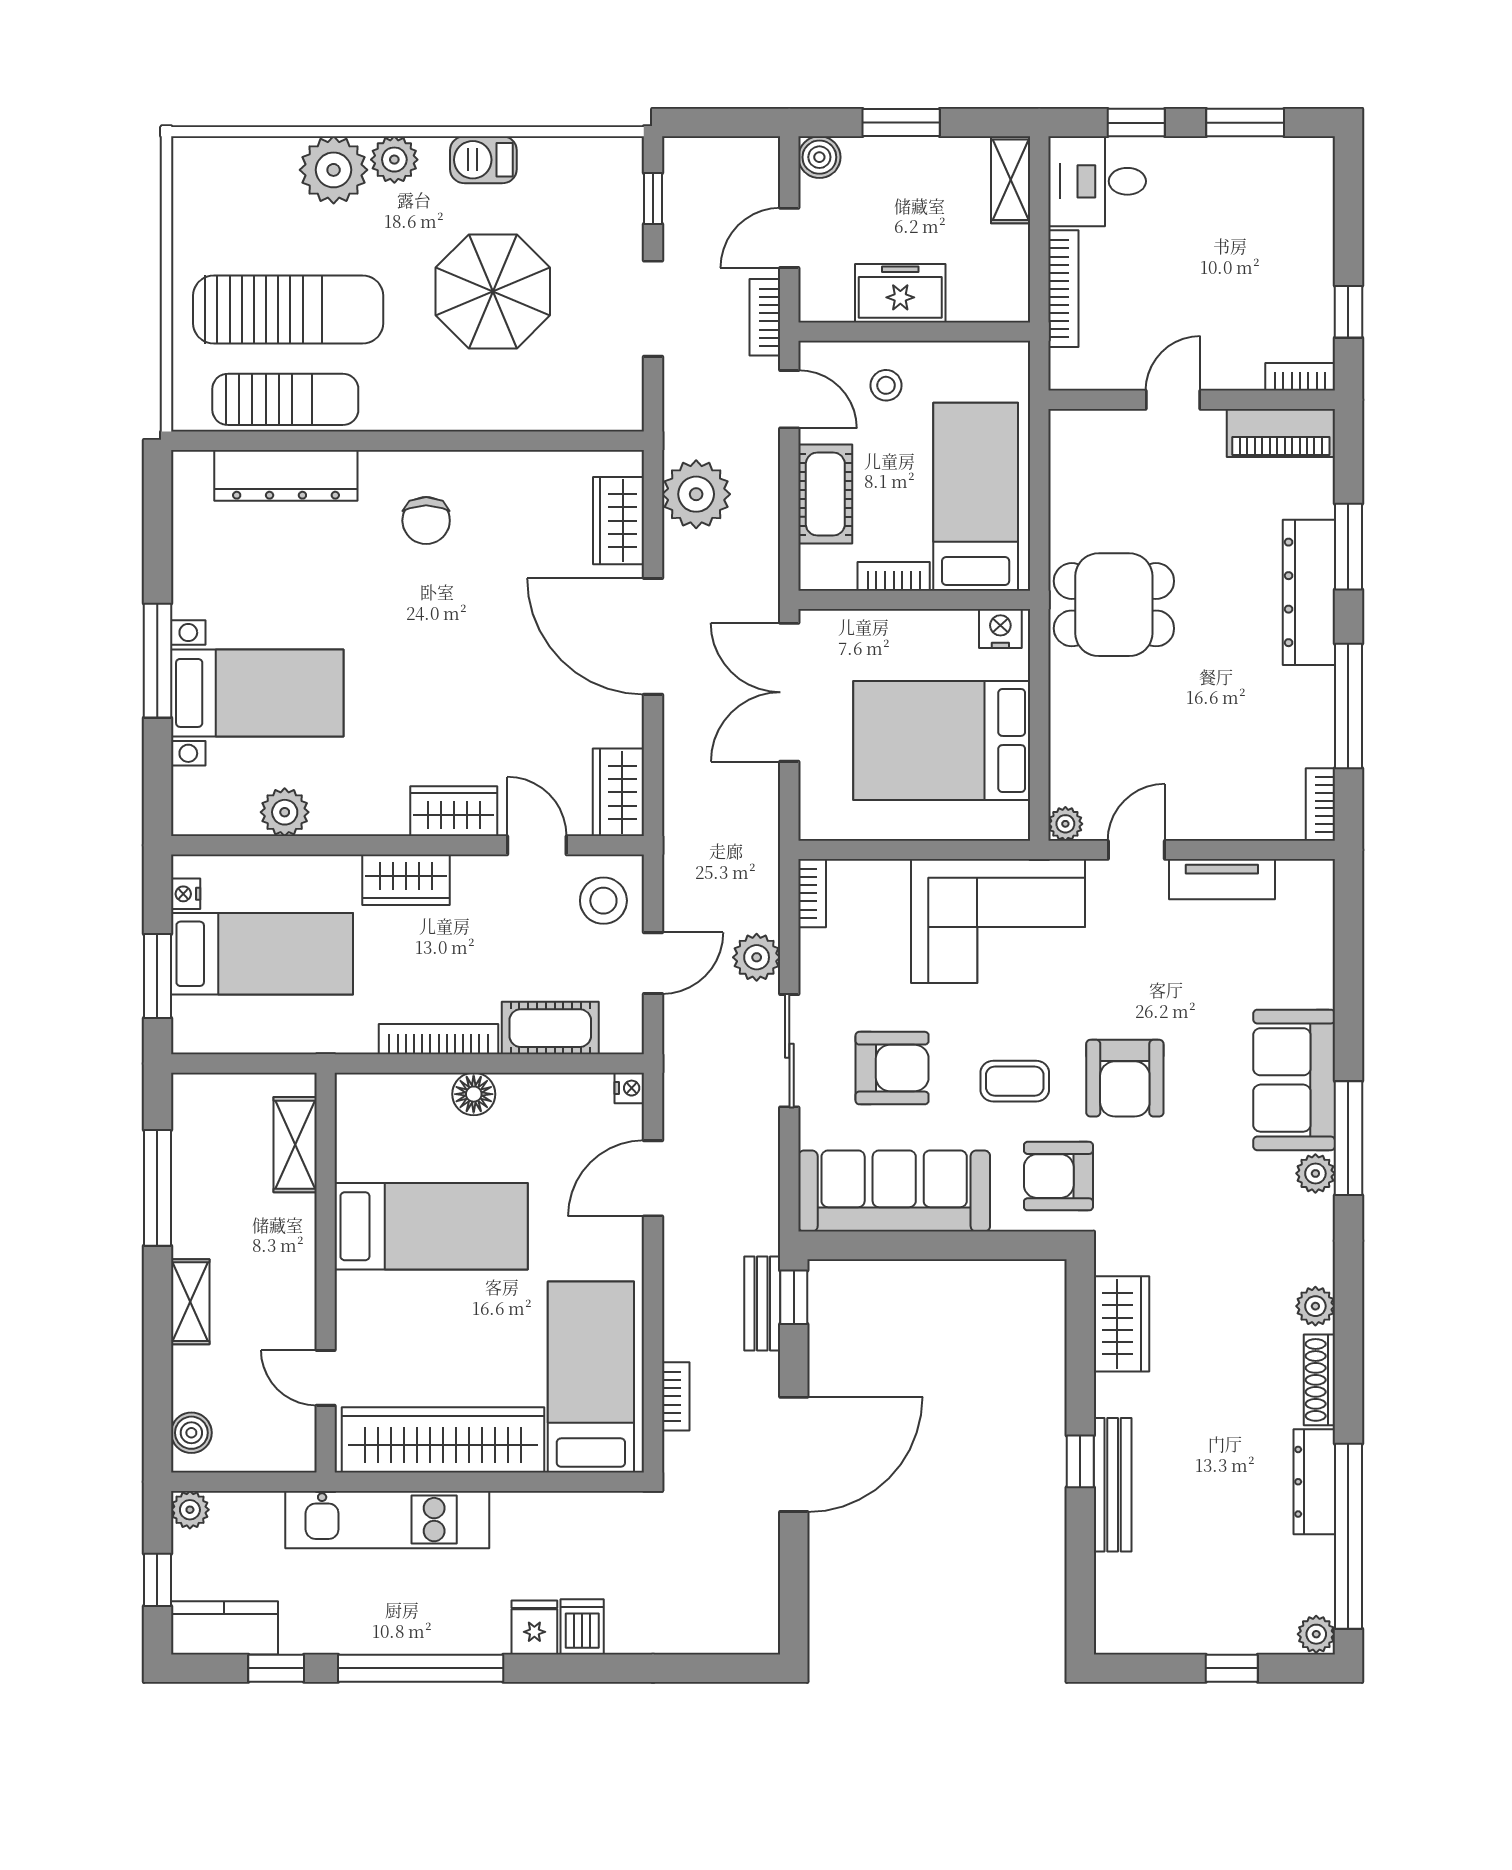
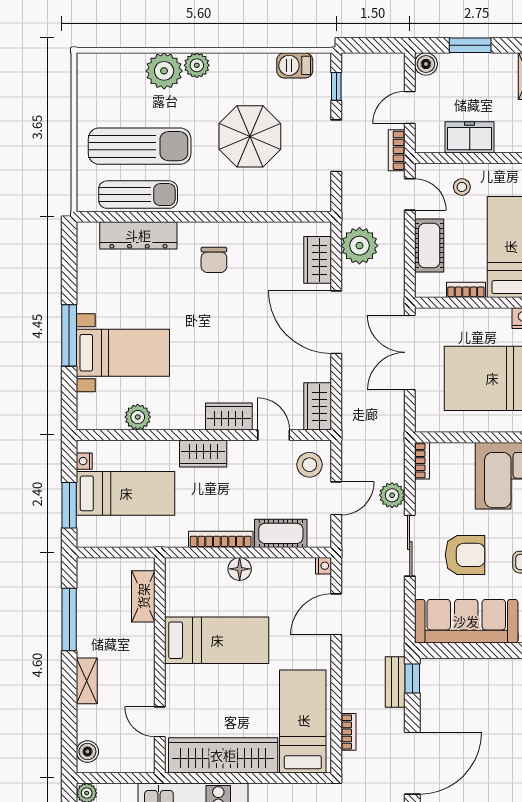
barbecue: (483, 160) -> (295, 65), moved

